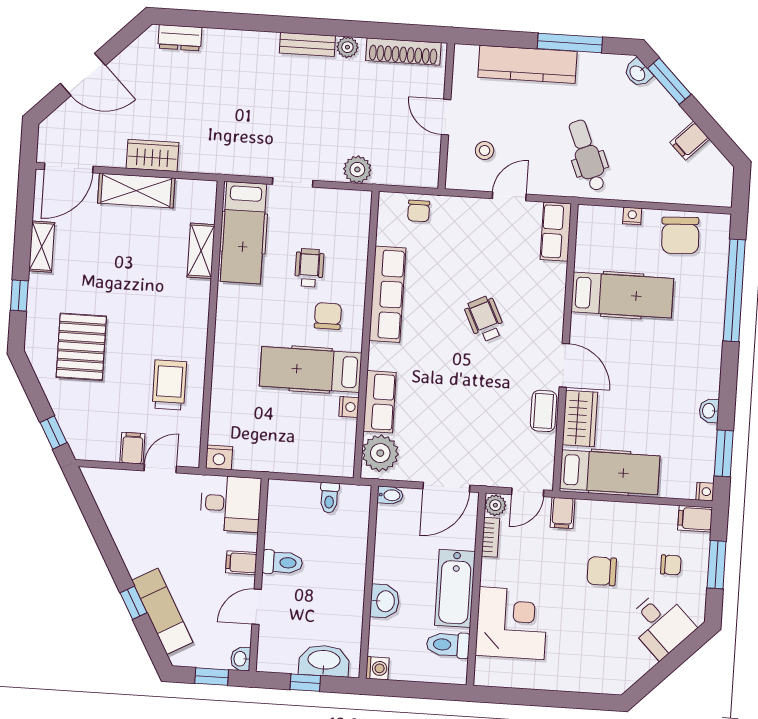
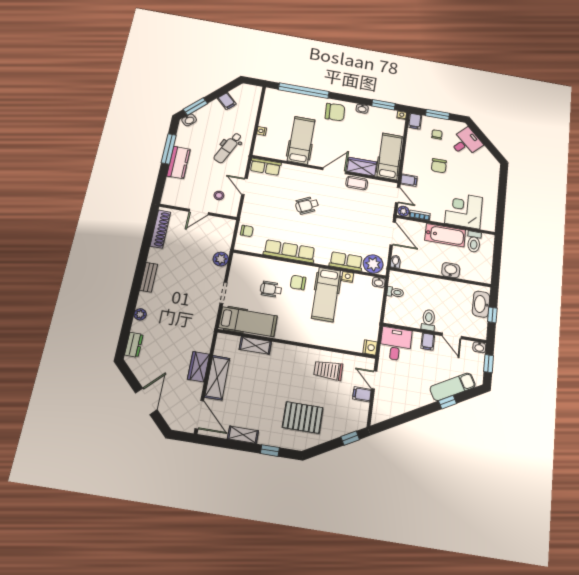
plant: (347, 47) -> (140, 314), moved
kitchen counter: (527, 64) -> (178, 162), width x0.67
dental chair: (587, 155) -> (228, 148), turned -43
chair: (680, 235) -> (335, 112), moved
washbasin: (345, 466) -> (379, 282), added
washing machine: (377, 668) -> (485, 278), removed

